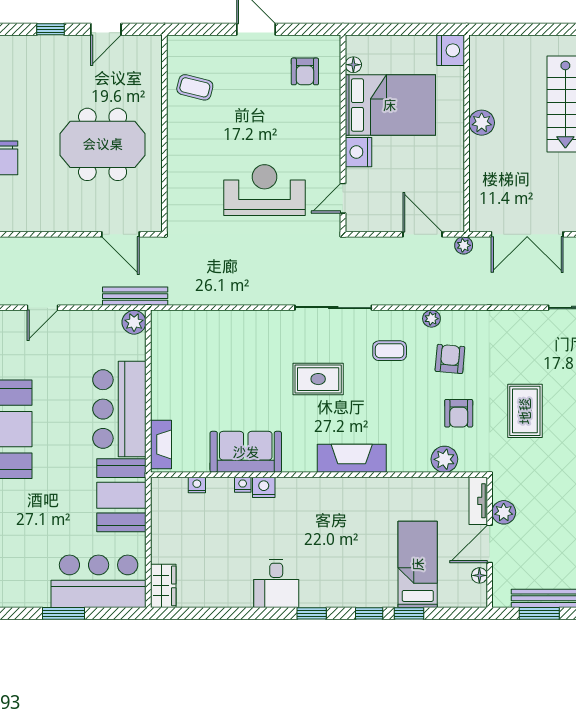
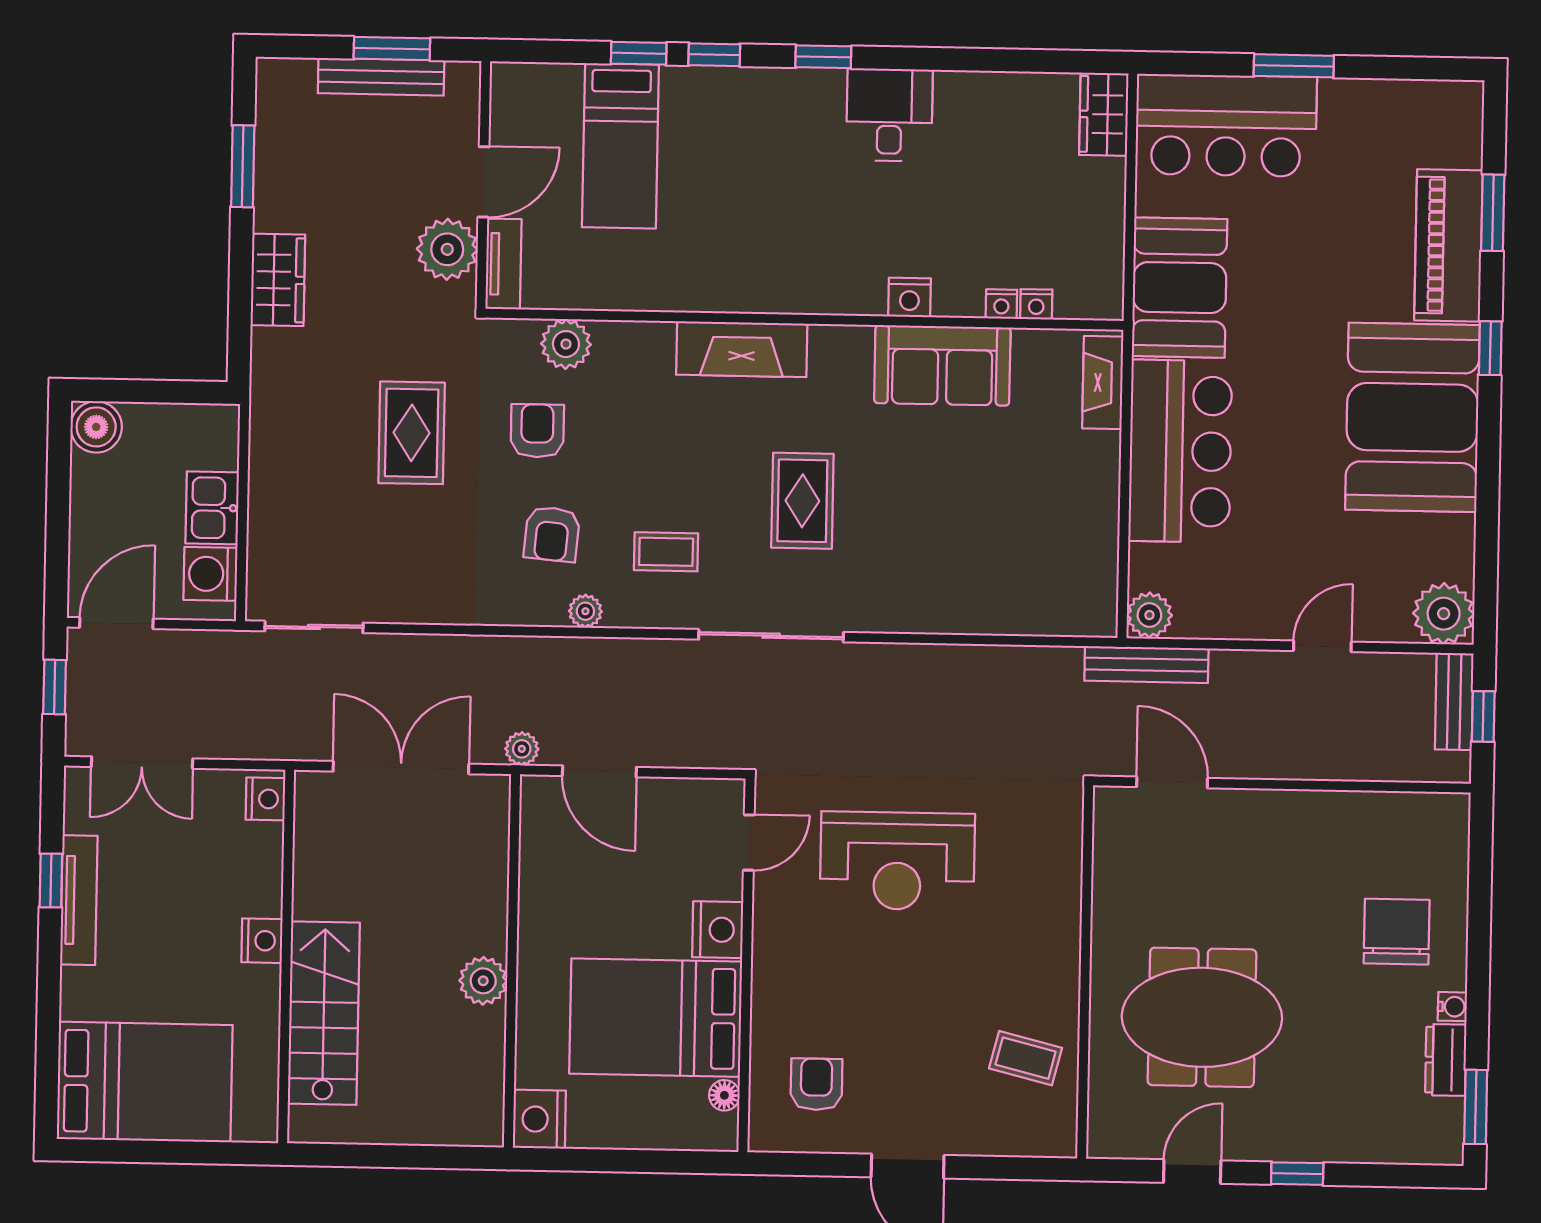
meeting table: (103, 144) -> (1202, 1017), moved
rug: (318, 379) -> (802, 501), turned 90
nightstand: (243, 485) -> (1001, 304), moved
plant: (504, 512) -> (447, 249), width x1.36, depth x1.36
floor lamp: (479, 575) -> (504, 123), removed

